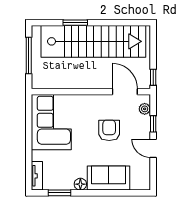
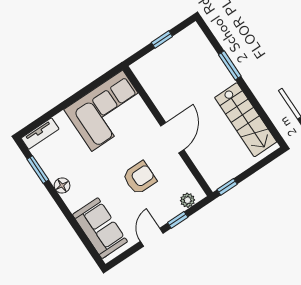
stairs: (93, 41) -> (246, 120), width x0.54, depth x0.66
window: (29, 56) -> (162, 39), width x0.46
door: (125, 92) -> (172, 138), moved
sofa: (109, 178) -> (100, 228), moved

